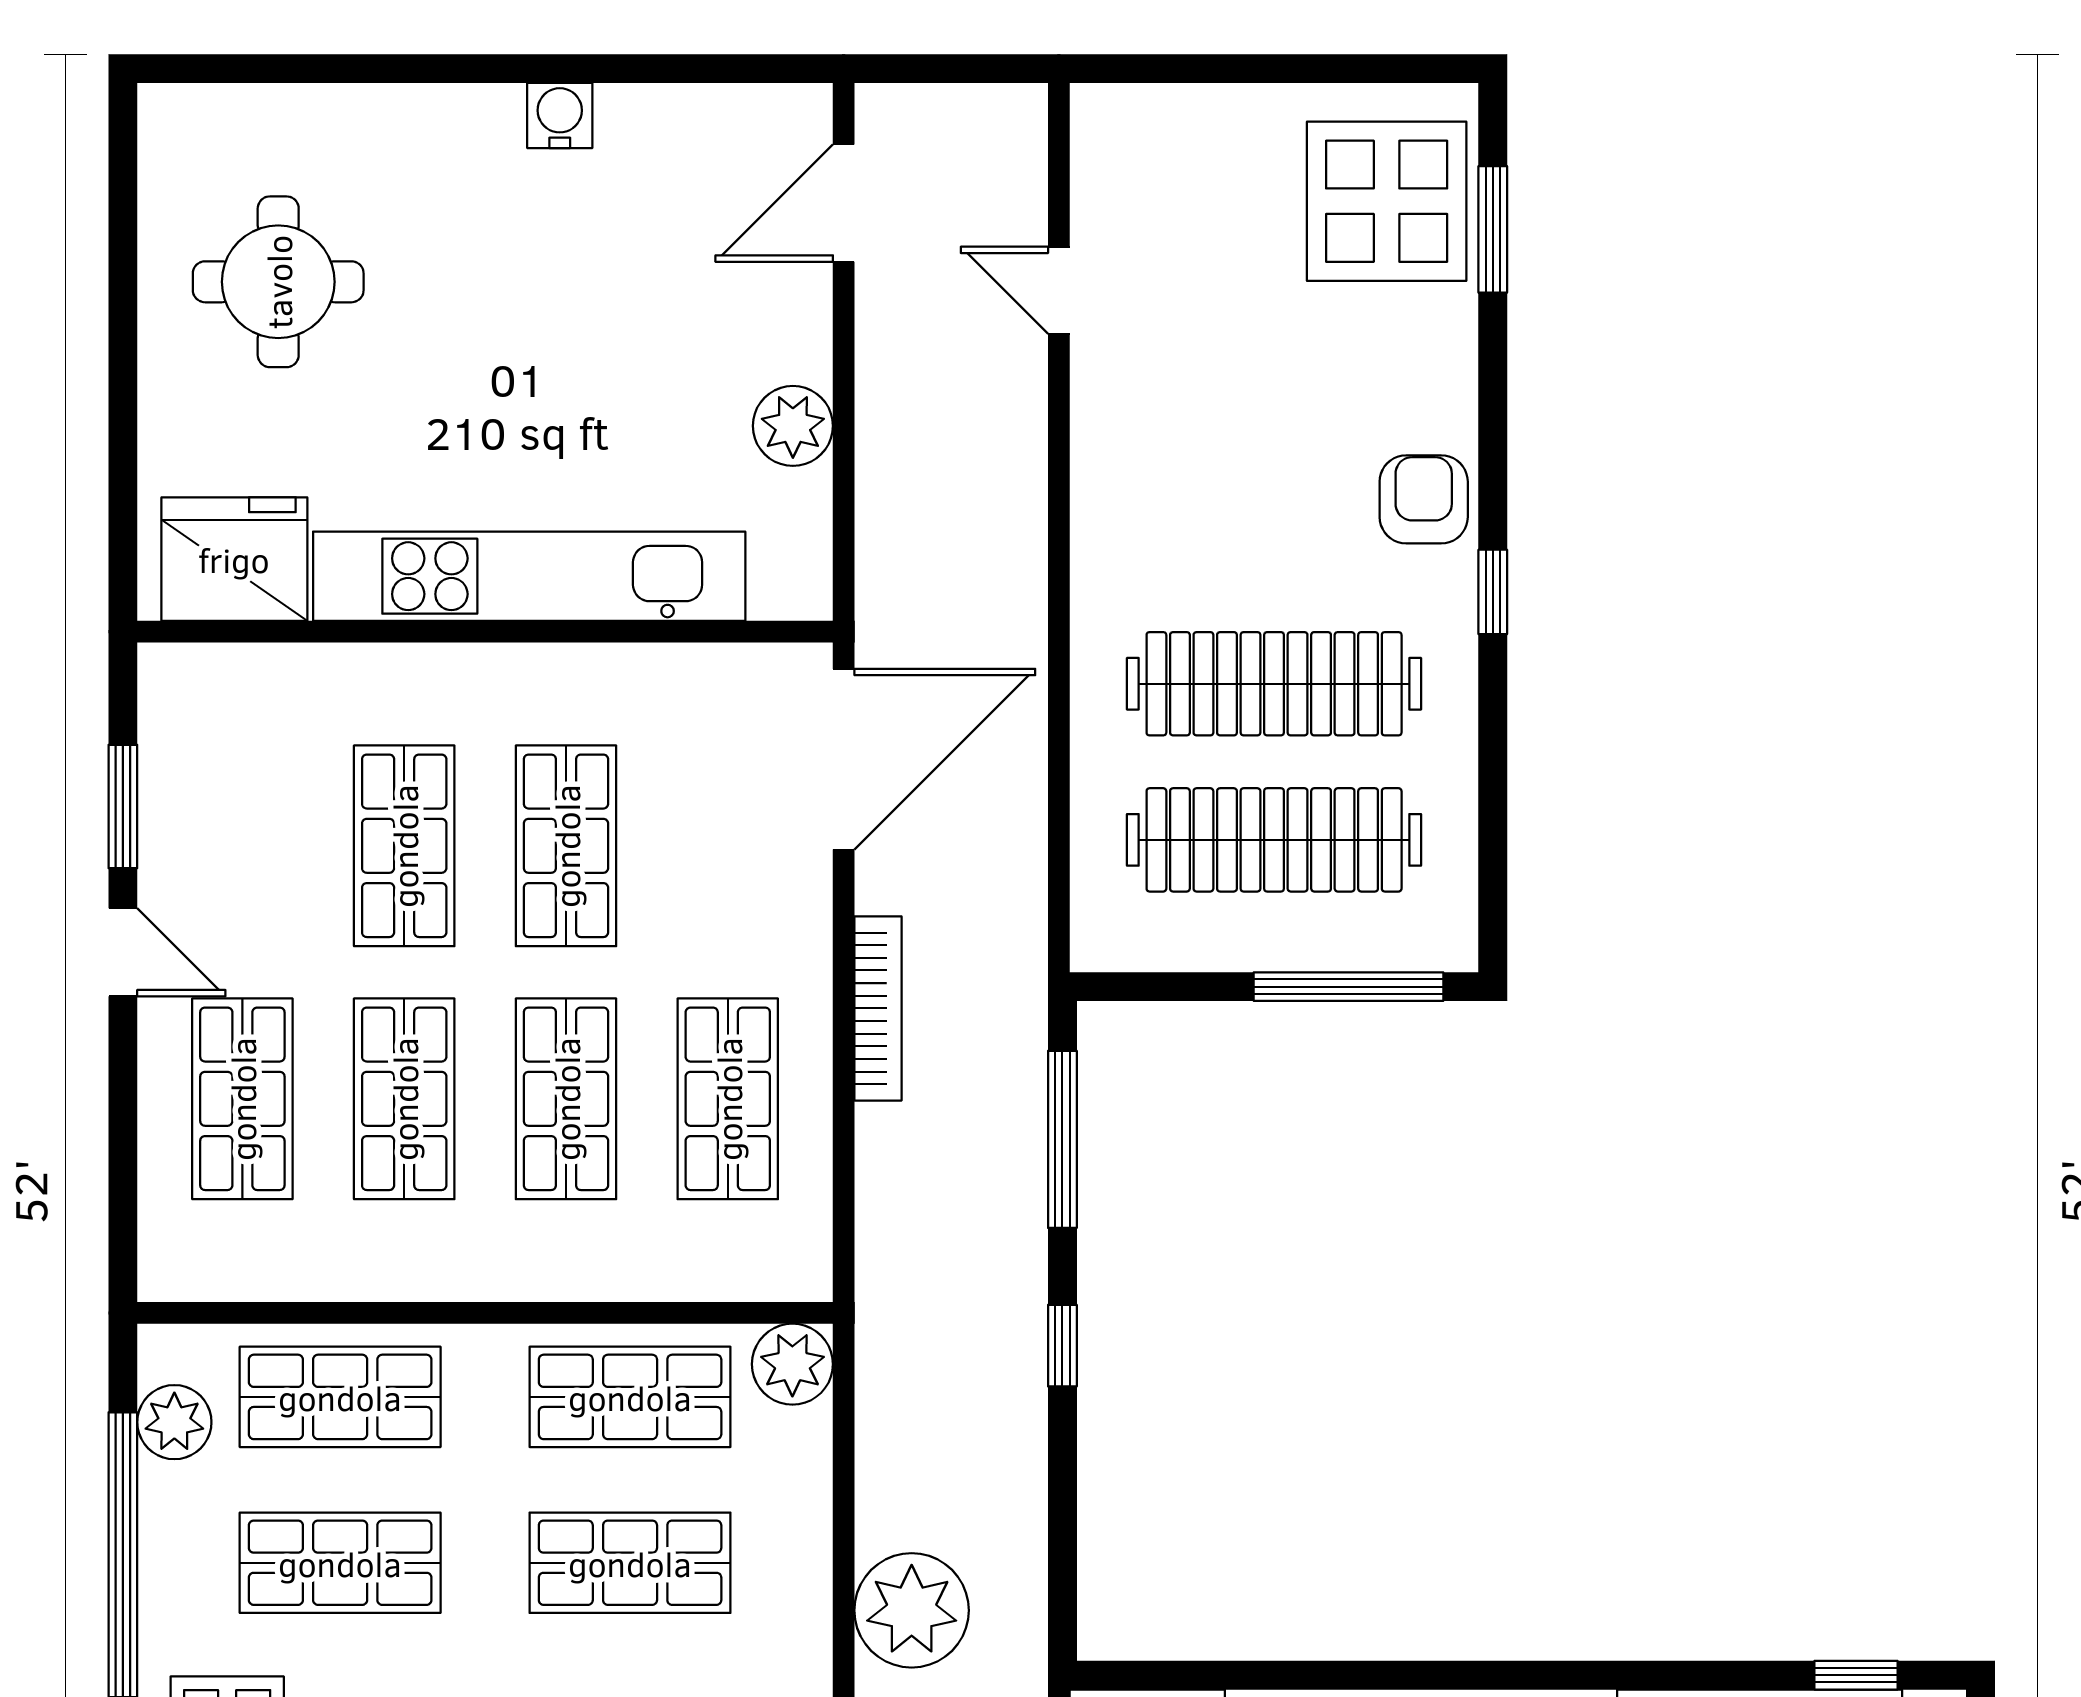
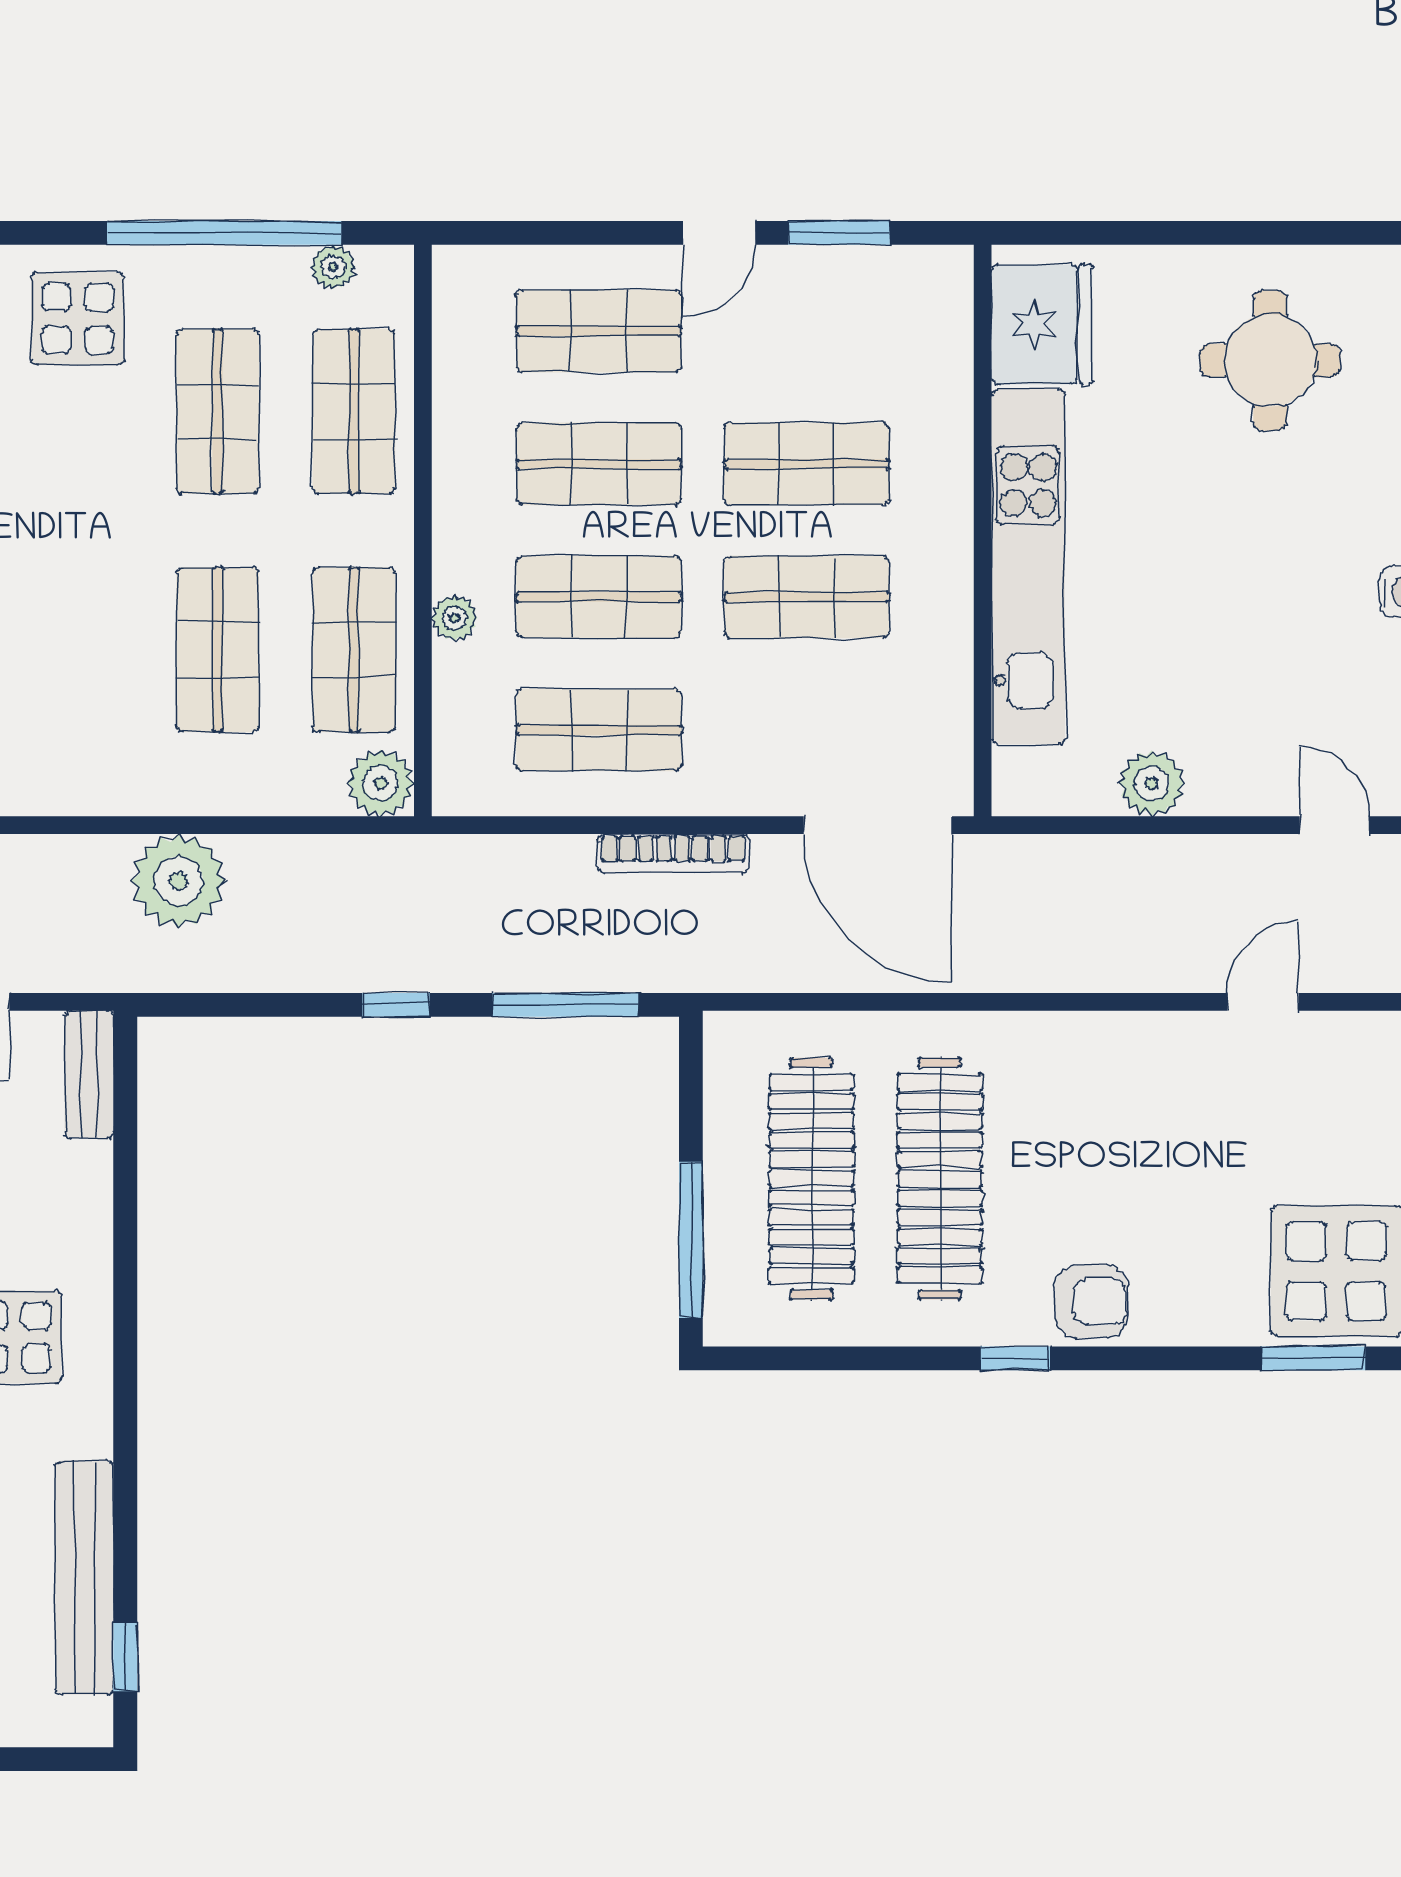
door: (844, 203) -> (1335, 825), width x0.73
plant: (592, 1274) -> (455, 618), added
plant: (174, 1422) -> (333, 267), width x0.73, depth x0.73

